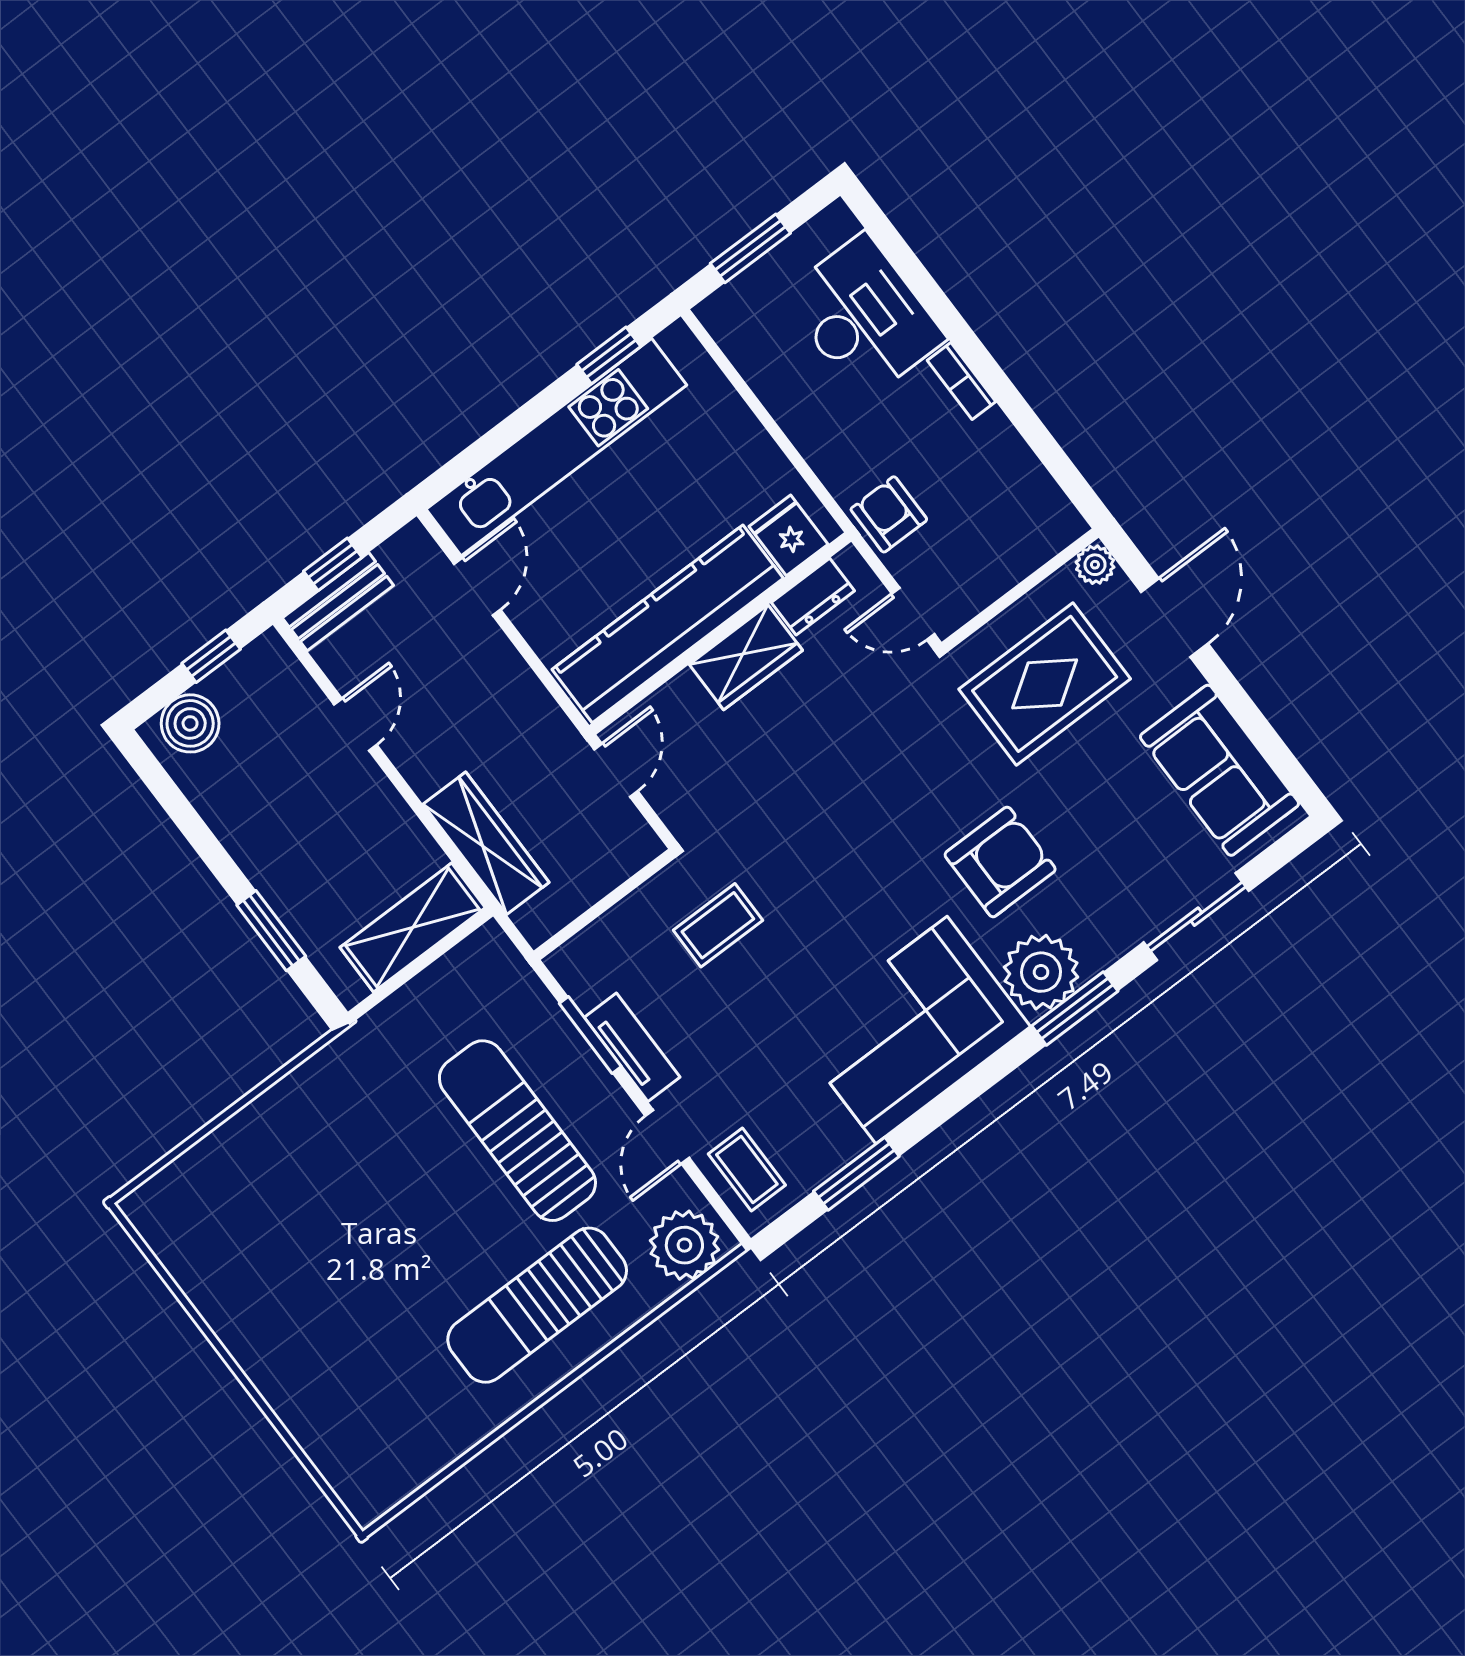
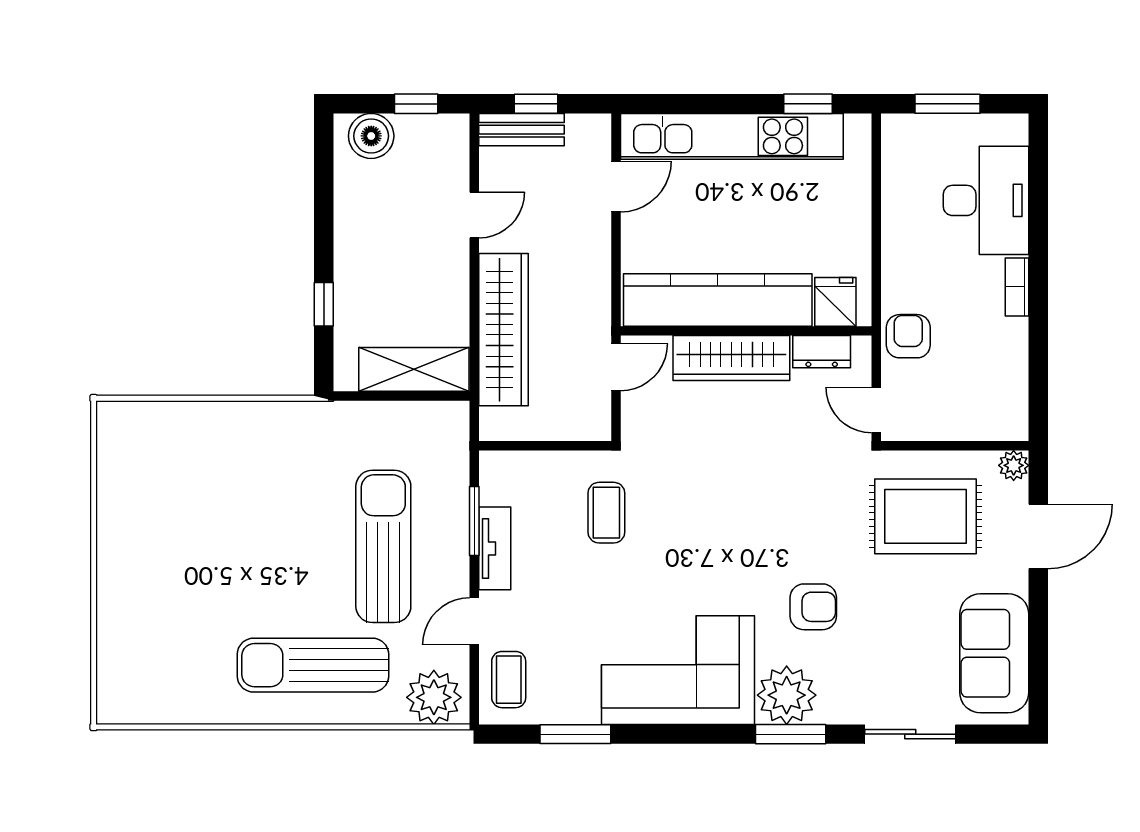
wardrobe: (746, 657) -> (731, 358), width x1.50
wardrobe: (486, 843) -> (504, 330), width x1.40, depth x1.17
armchair: (1000, 862) -> (813, 607), width x0.72, depth x0.72
coffee table: (718, 925) -> (606, 513), turned 90
window: (271, 931) -> (324, 304), width x0.67

